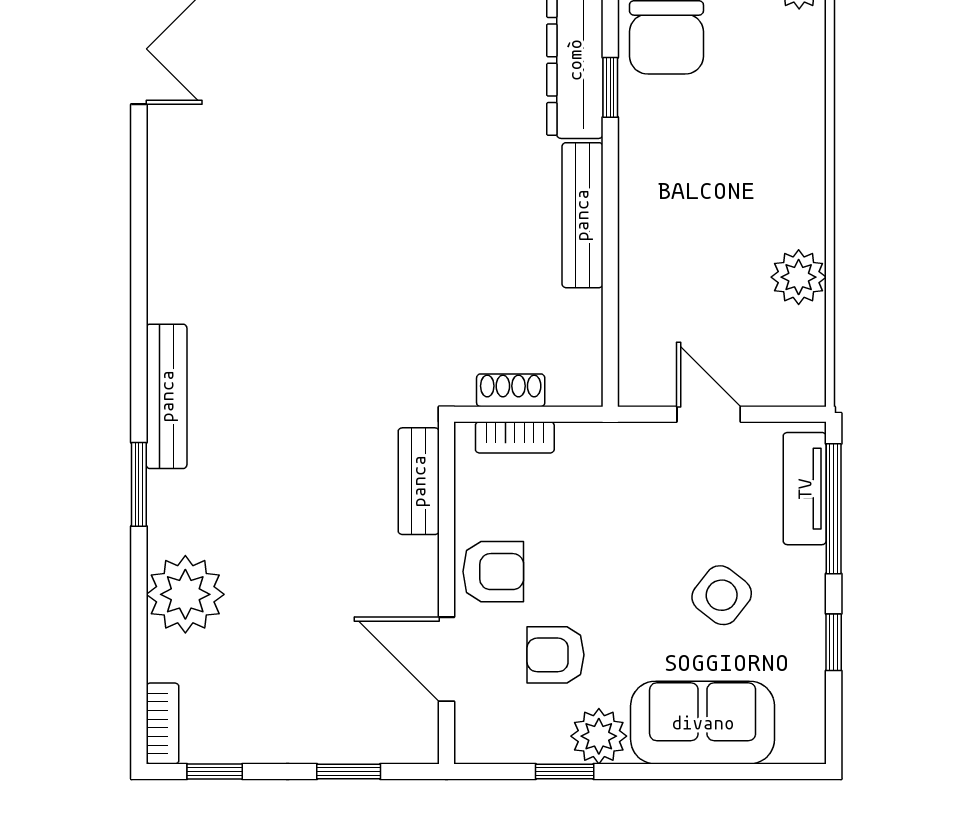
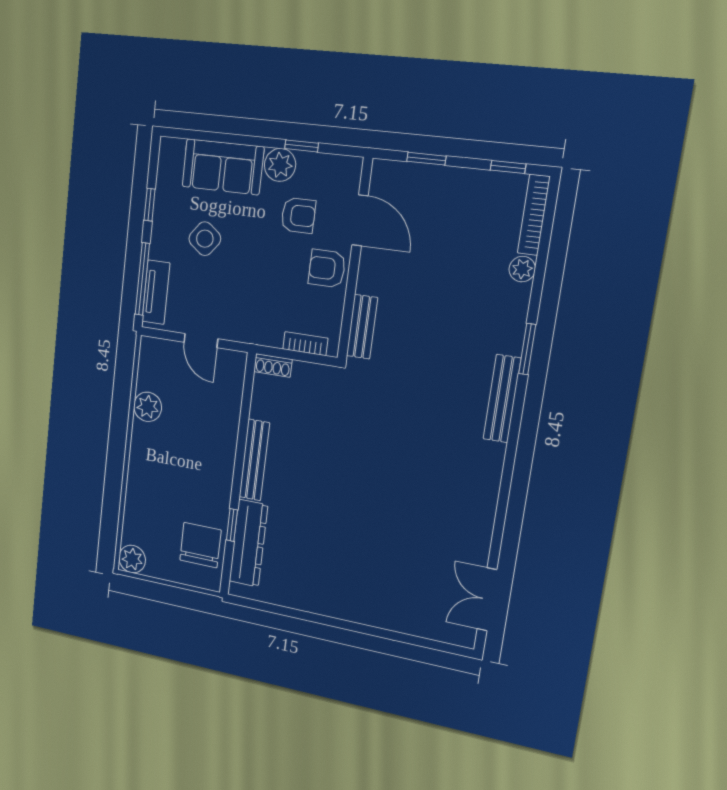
shoe rack: (511, 390) -> (273, 365), moved
plant: (185, 594) -> (522, 269), width x0.53, depth x0.53
bookcase: (163, 723) -> (534, 215), width x1.56

